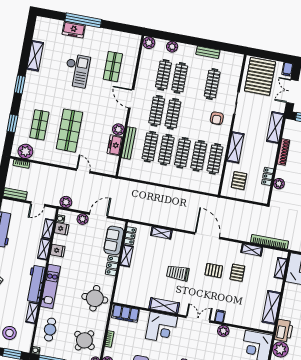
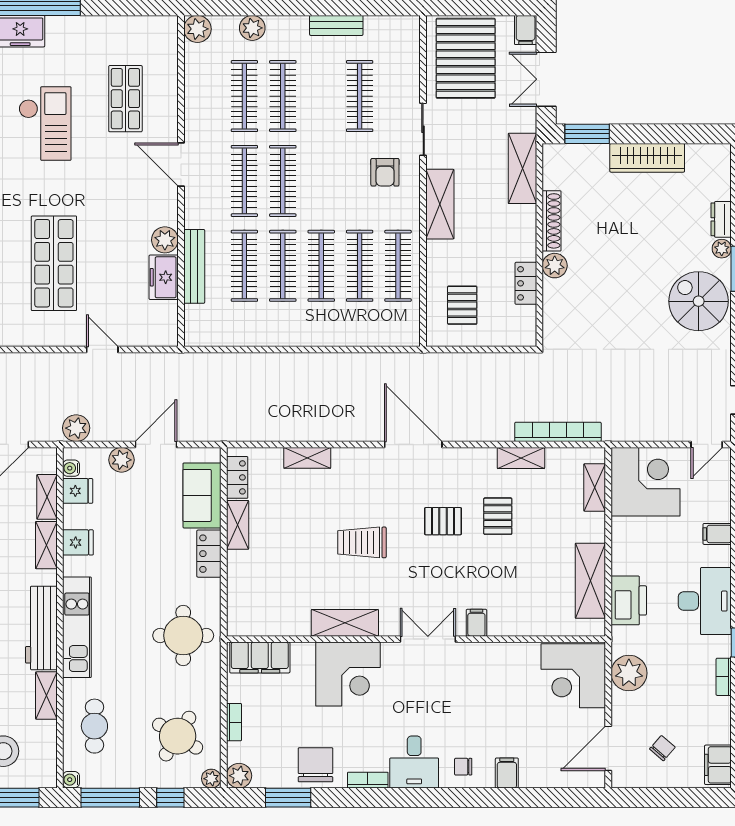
shelving: (235, 147) -> (440, 204), moved
plant: (279, 184) -> (555, 266), moved
plant: (223, 331) -> (491, 655), removed
printer: (284, 331) -> (629, 600), moved

